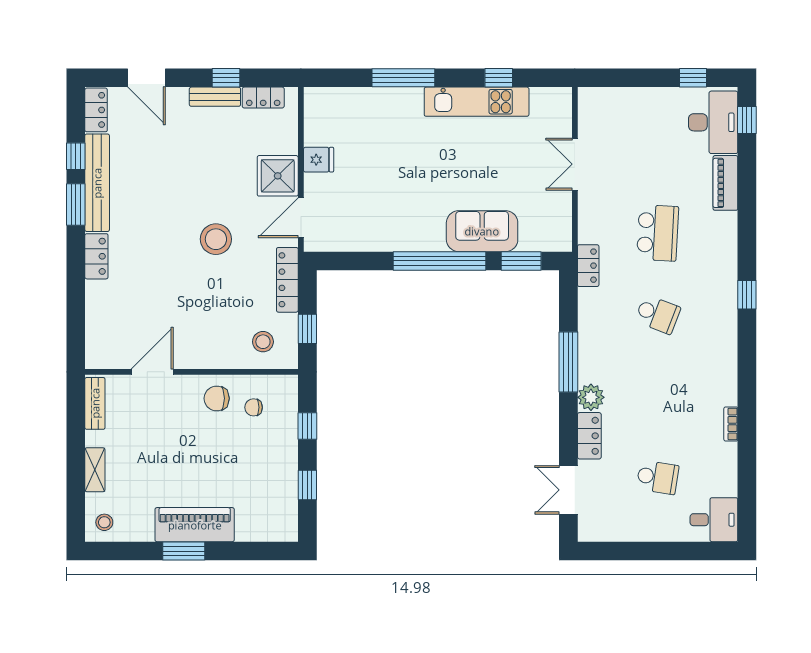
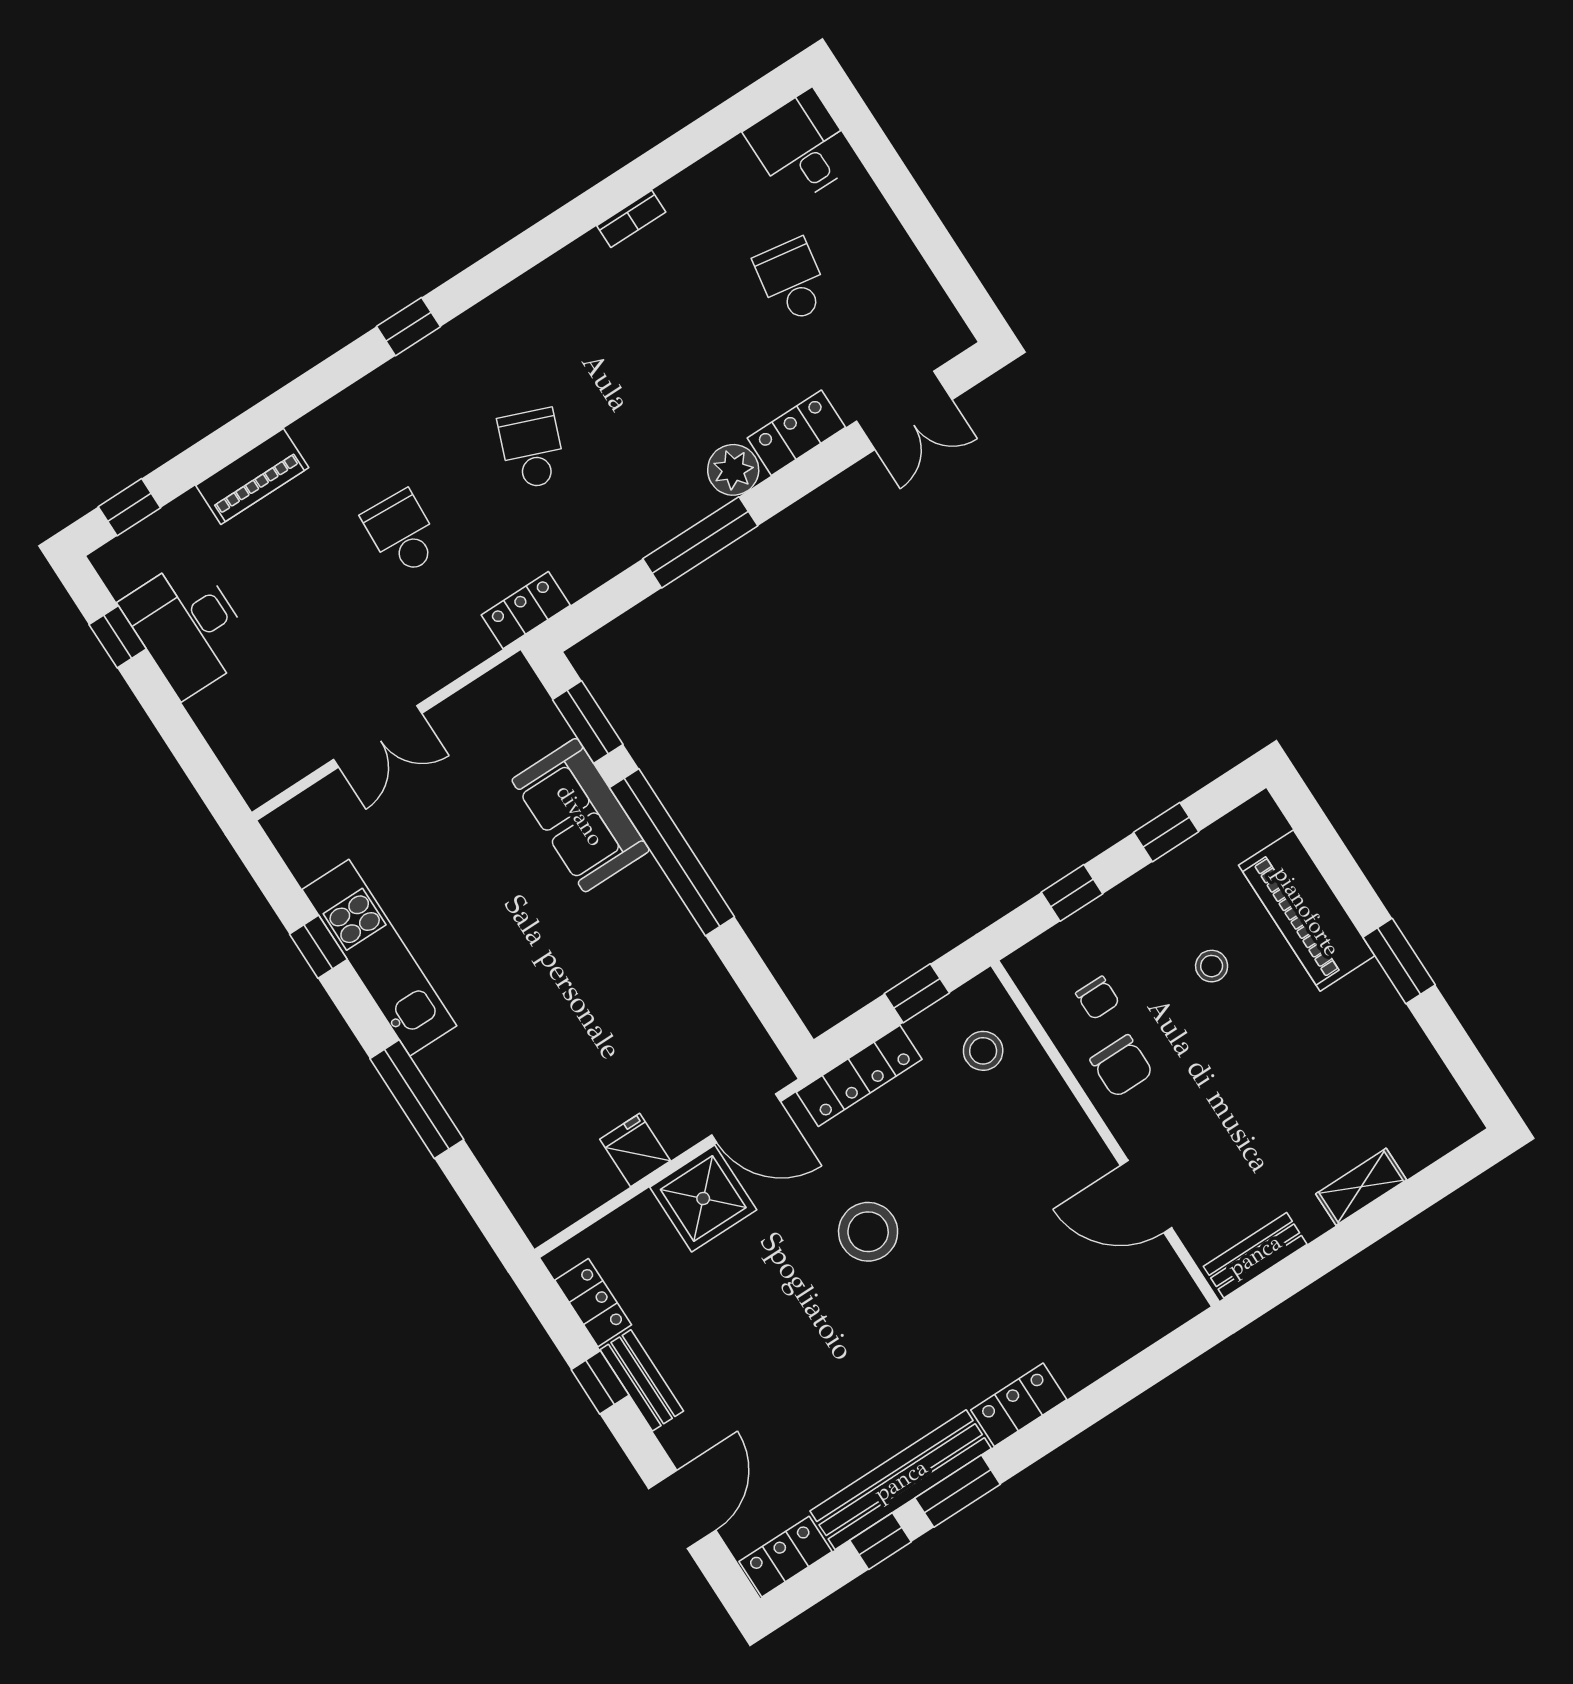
desk: (713, 122) -> (188, 627), moved, turned -90
school desk: (658, 233) -> (402, 533), width x0.54
stool: (104, 522) -> (1212, 966), moved
piano: (195, 525) -> (1307, 911), moved

